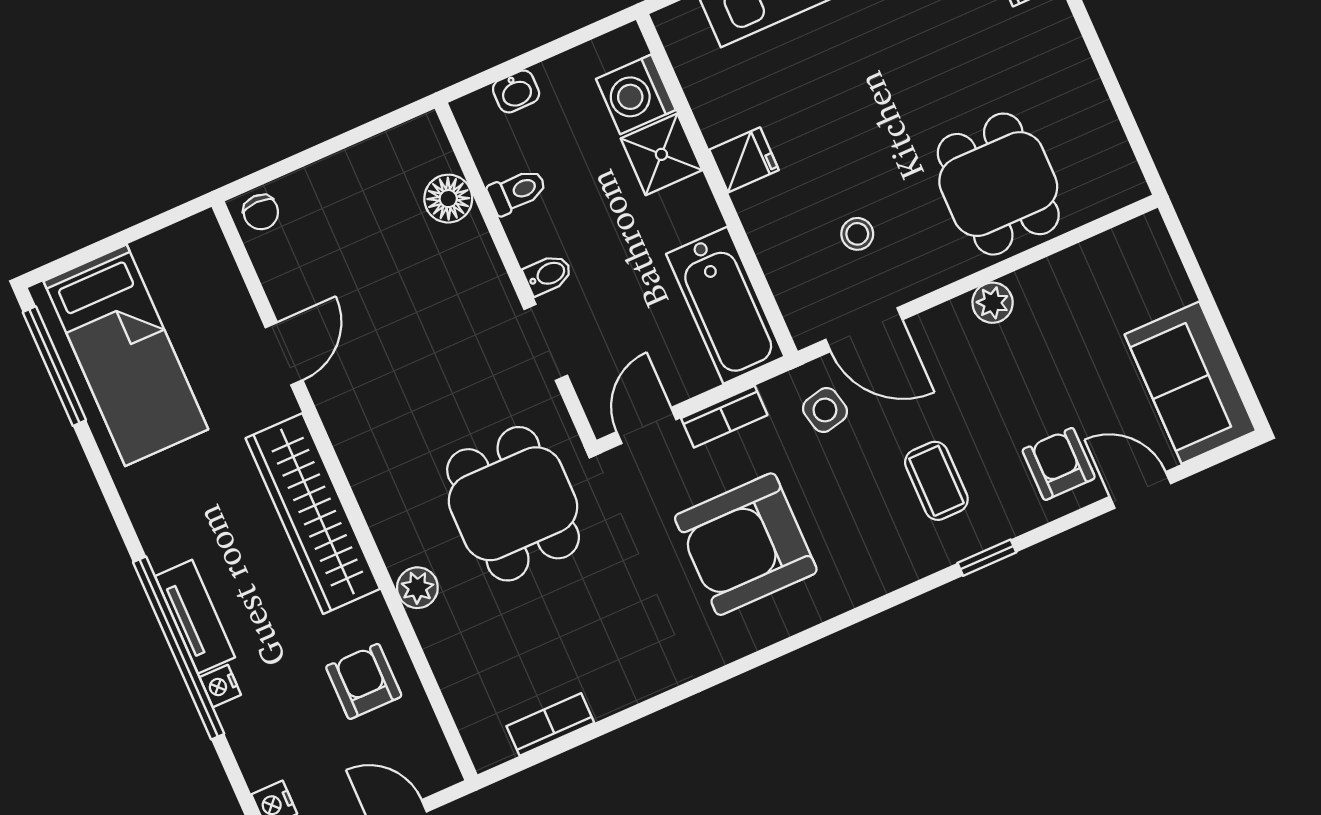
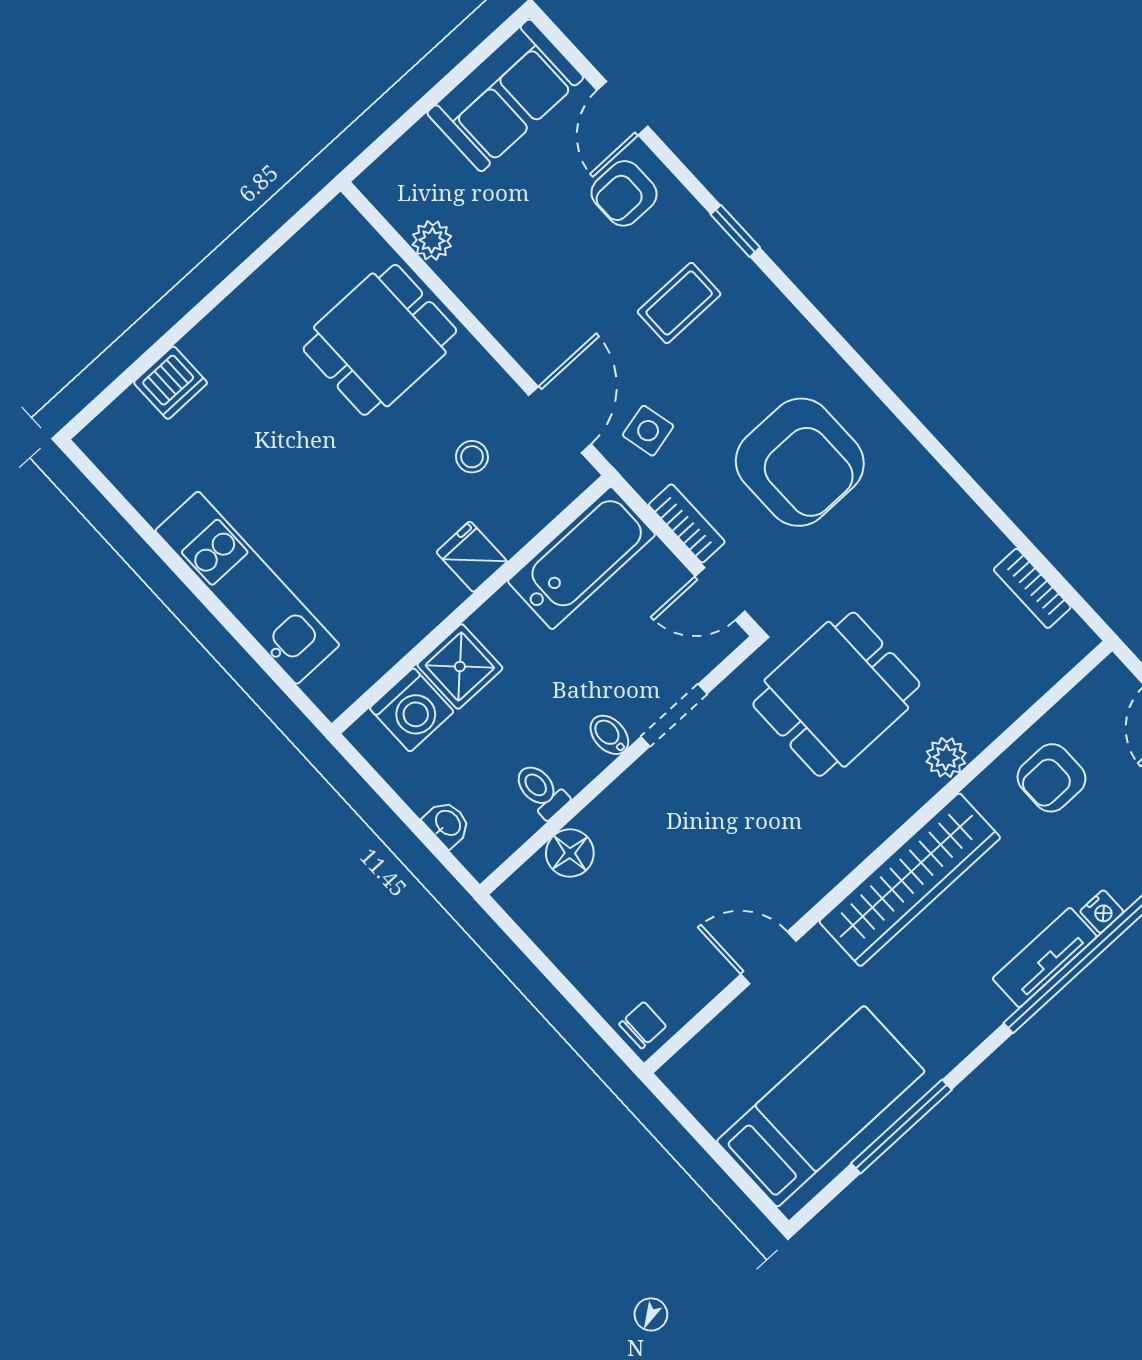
fridge: (744, 160) -> (472, 557), moved
plant: (993, 303) -> (432, 240), moved
window: (54, 366) -> (901, 1126), moved

